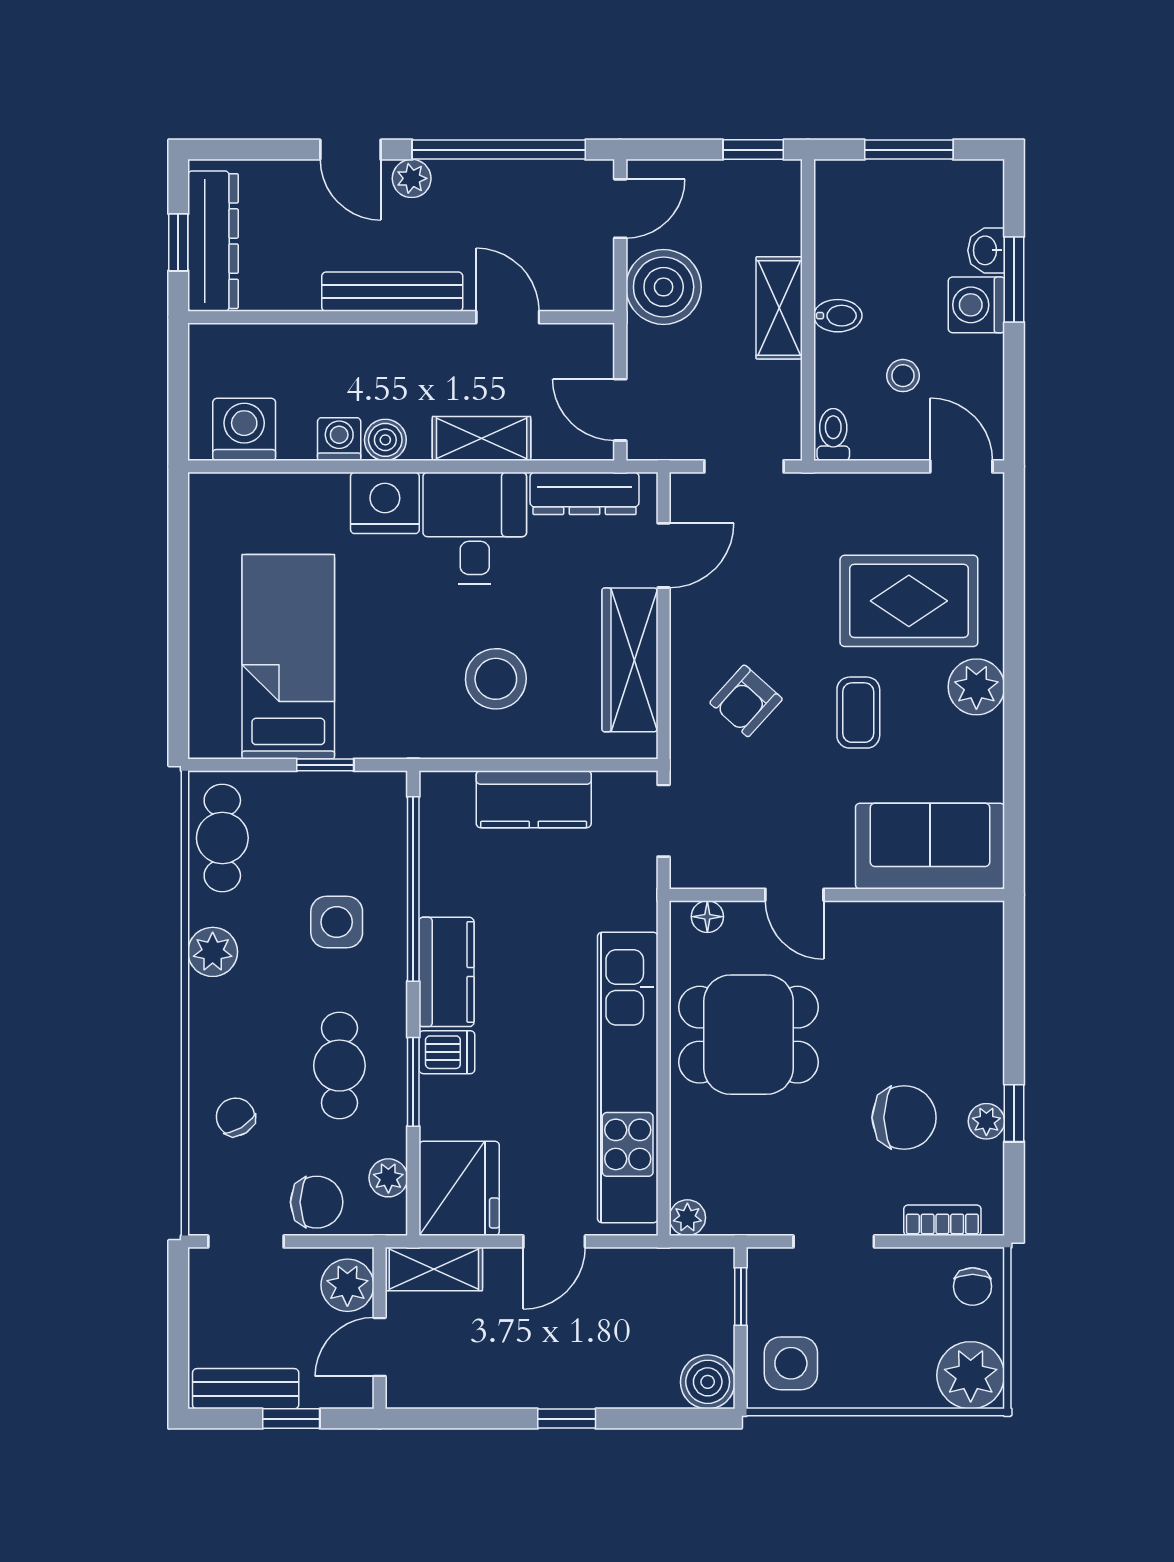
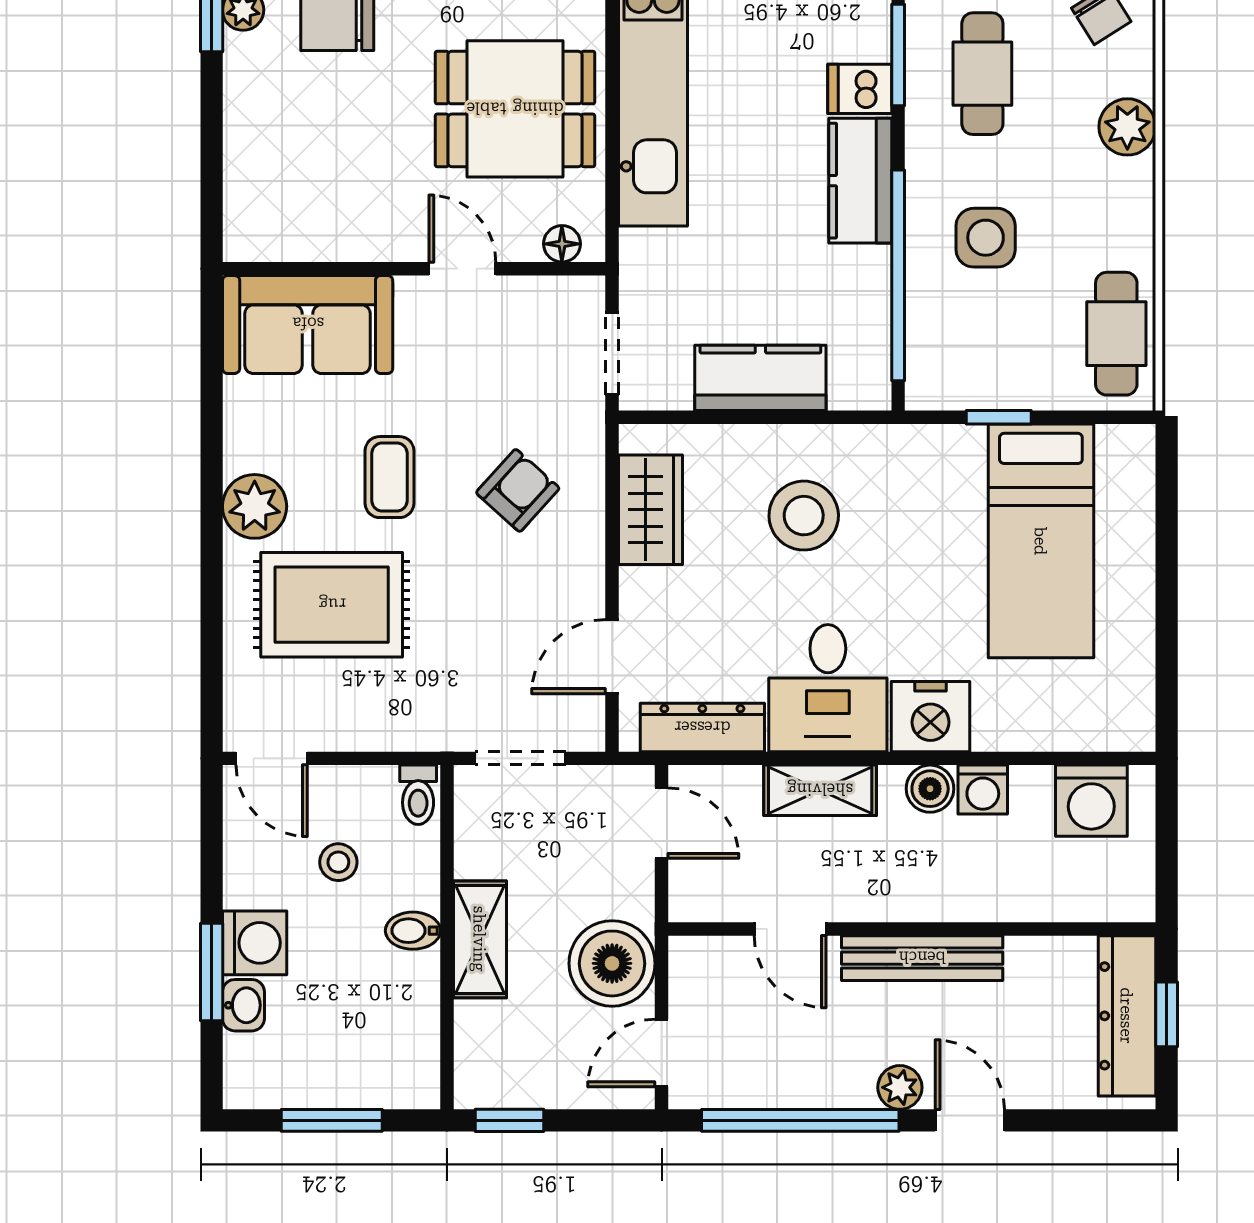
wardrobe: (630, 660) -> (650, 510), width x0.67
plant: (213, 952) -> (1127, 127), moved

